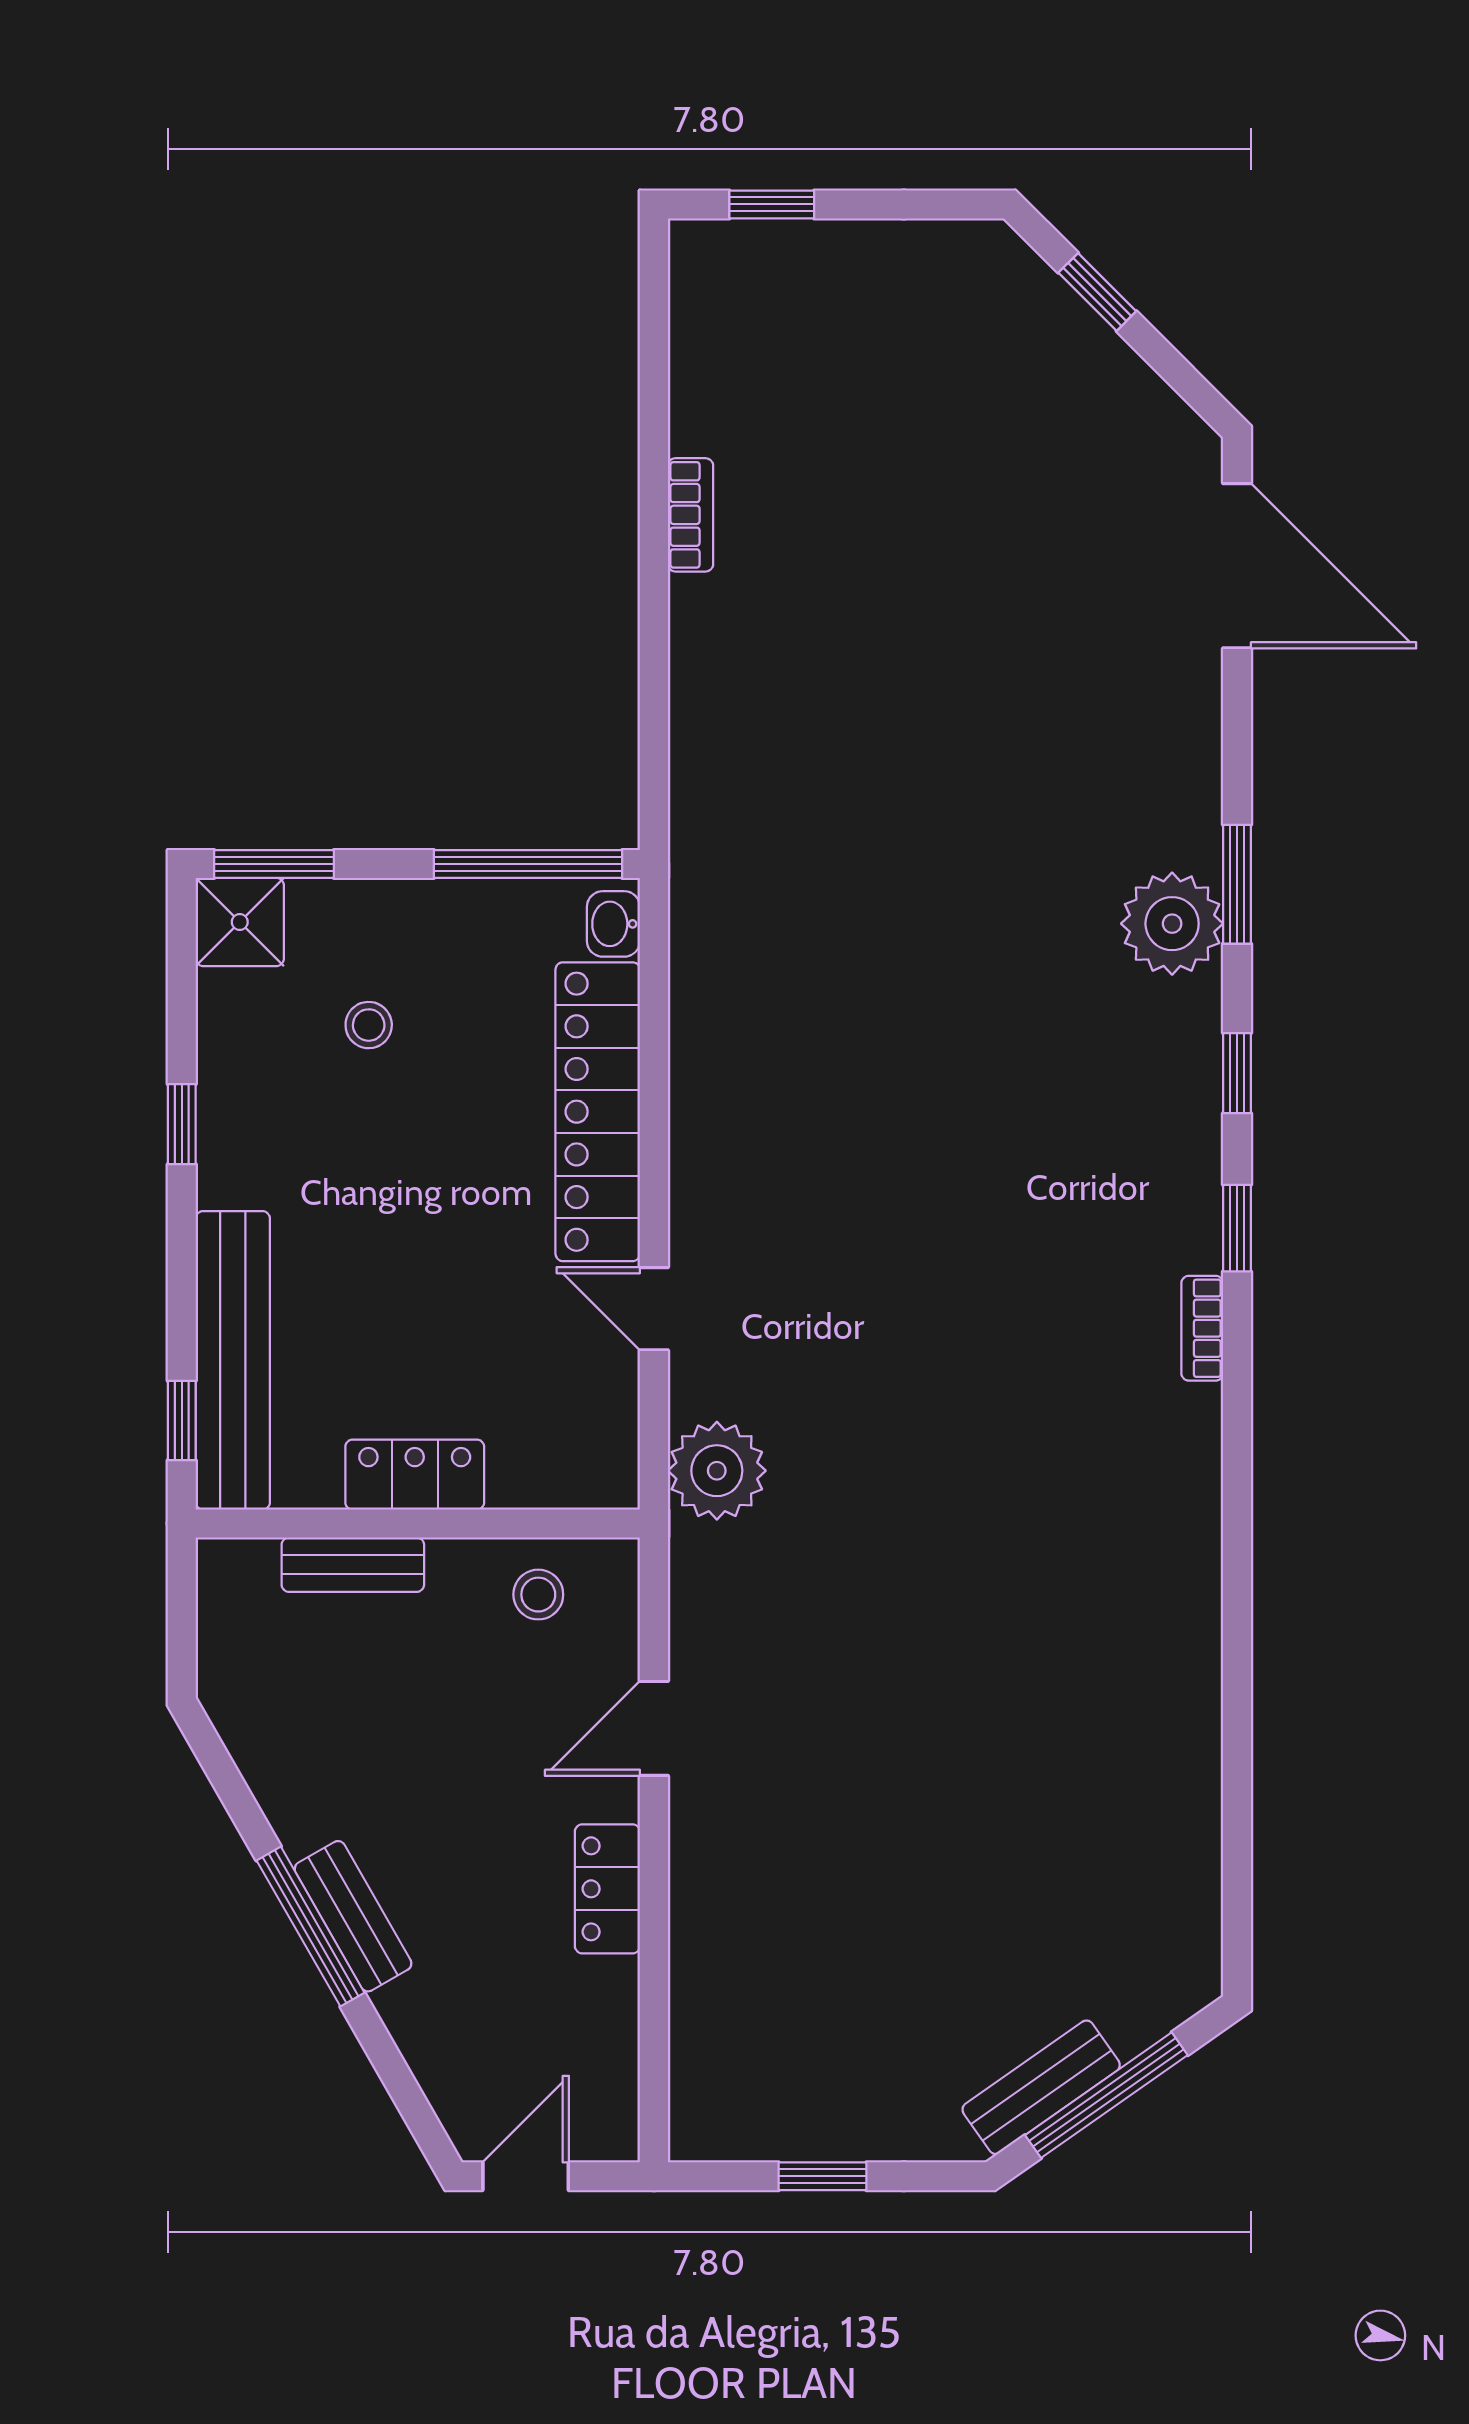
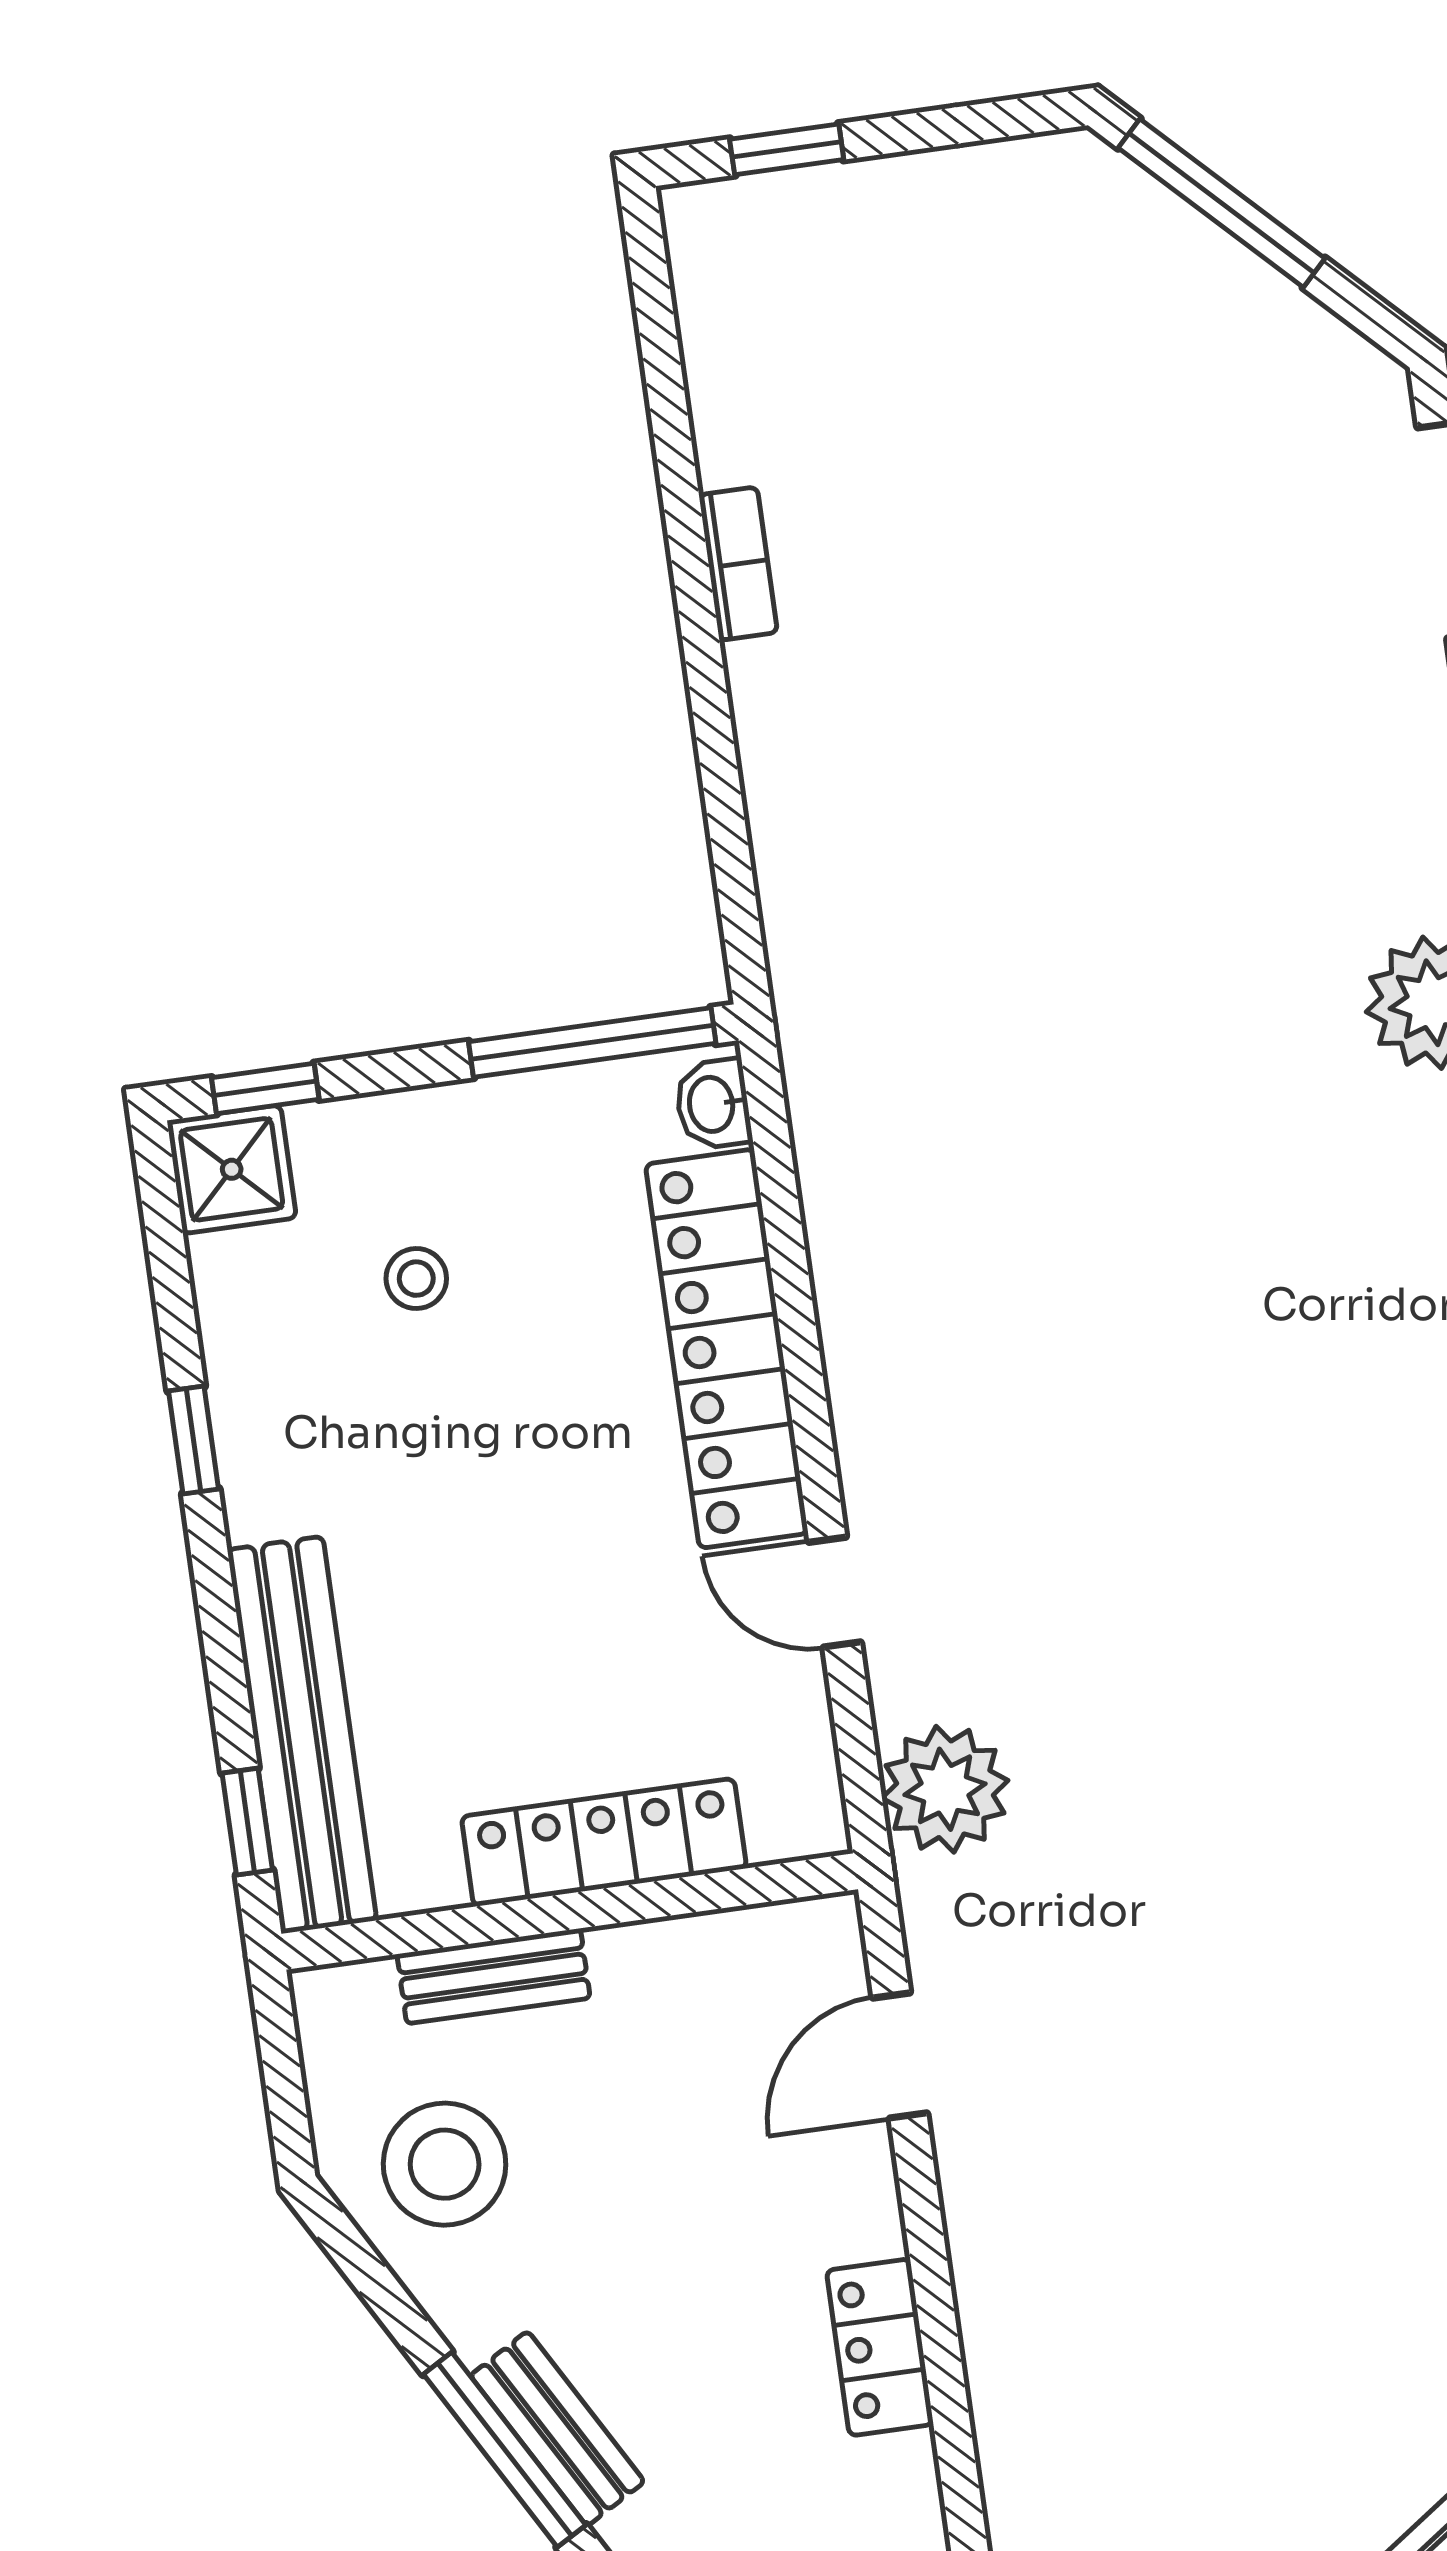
window: (1097, 292) -> (1222, 203), width x2.17
window: (274, 864) -> (265, 1088), width x0.67
locker: (415, 1475) -> (604, 1842), width x1.53
stool: (538, 1595) -> (445, 2164), moved, width x1.89, depth x1.89
door: (654, 1728) -> (900, 2056), moved

